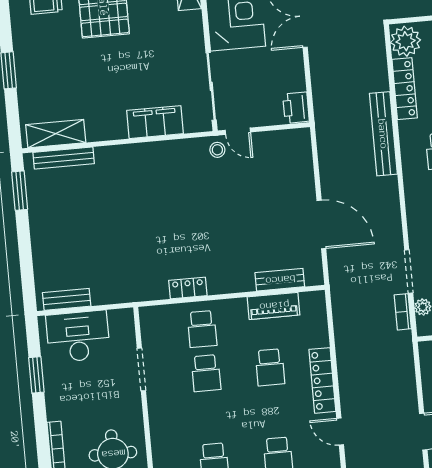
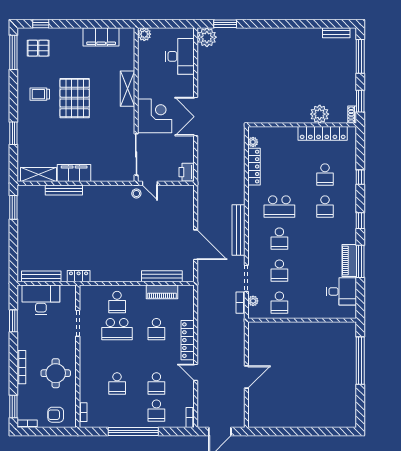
plant: (406, 41) -> (253, 142), width x0.53, depth x0.53
filing cabinet: (155, 122) -> (74, 173), moved
bench: (383, 134) -> (239, 230), moved
bench: (64, 158) -> (64, 190), moved
bench: (280, 280) -> (162, 276), width x1.36
locker: (188, 288) -> (79, 276), moved
bench: (67, 299) -> (41, 276), width x1.36
school desk: (206, 373) -> (117, 329), width x1.85

